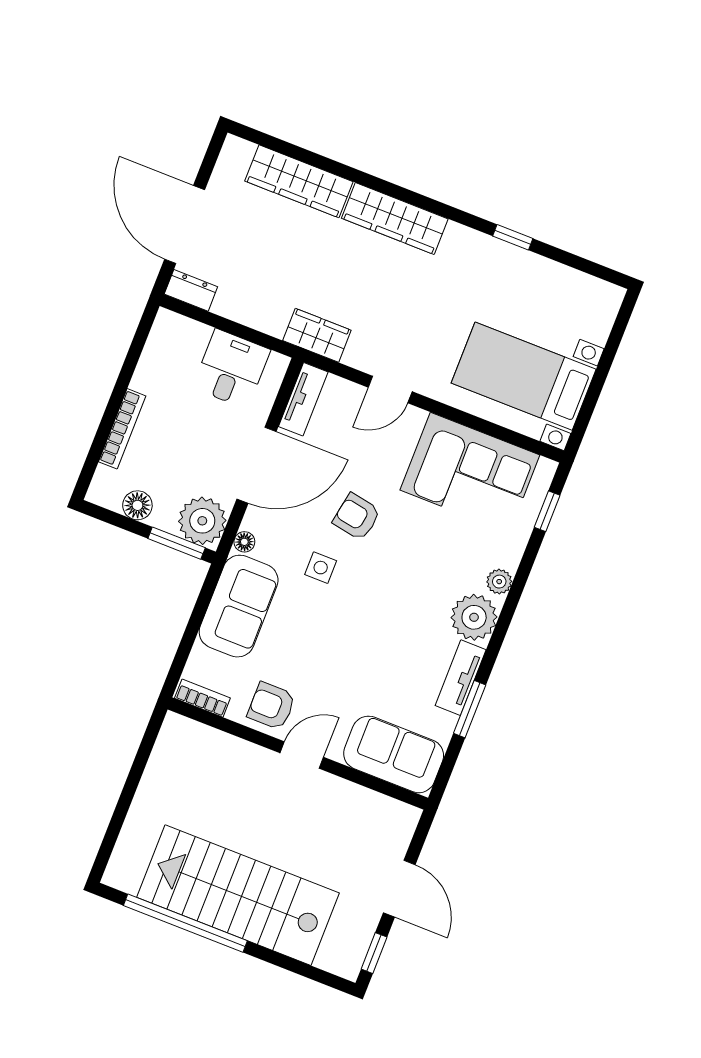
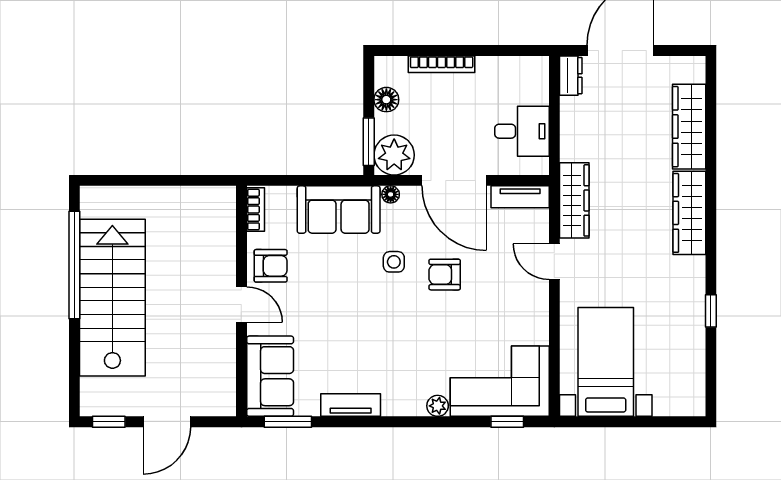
wardrobe: (317, 335) -> (574, 200), width x1.50
corner sofa: (470, 473) -> (500, 381), moved, turned 90
armchair: (357, 517) -> (445, 275), turned -100
plant: (474, 617) -> (402, 397), removed
armchair: (271, 706) -> (271, 266), turned 90
window: (470, 709) -> (288, 422), moved

